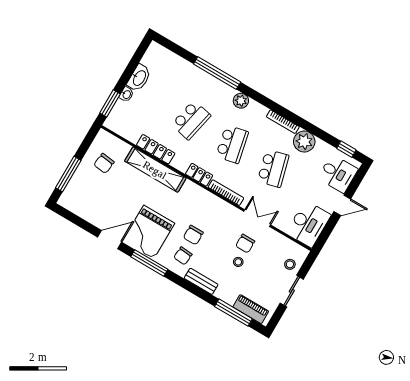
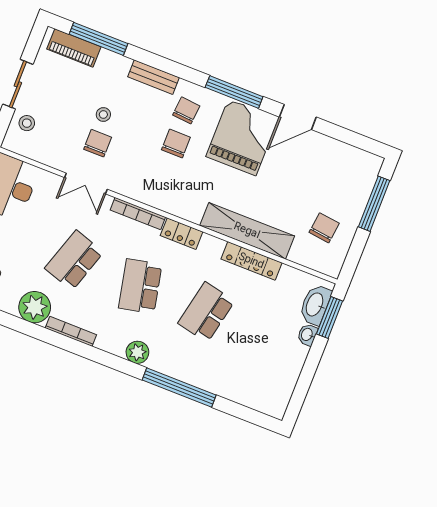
washbasin: (139, 78) -> (315, 305), moved
school desk: (273, 168) -> (74, 260), turned 33

